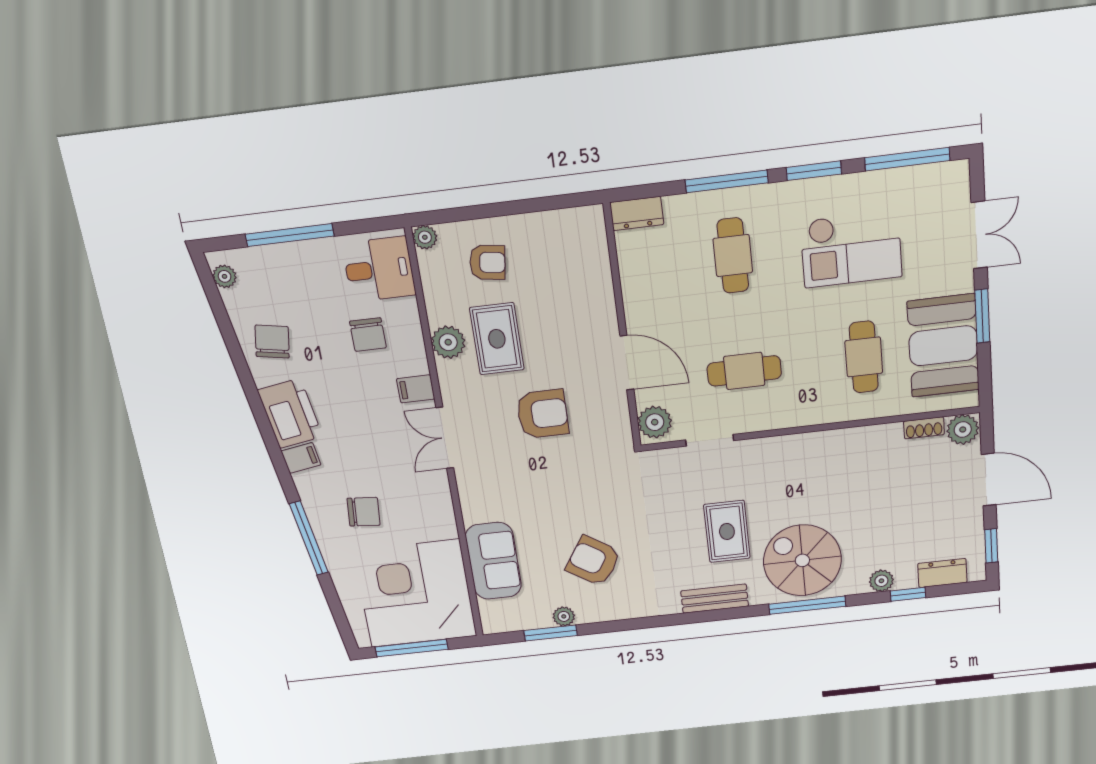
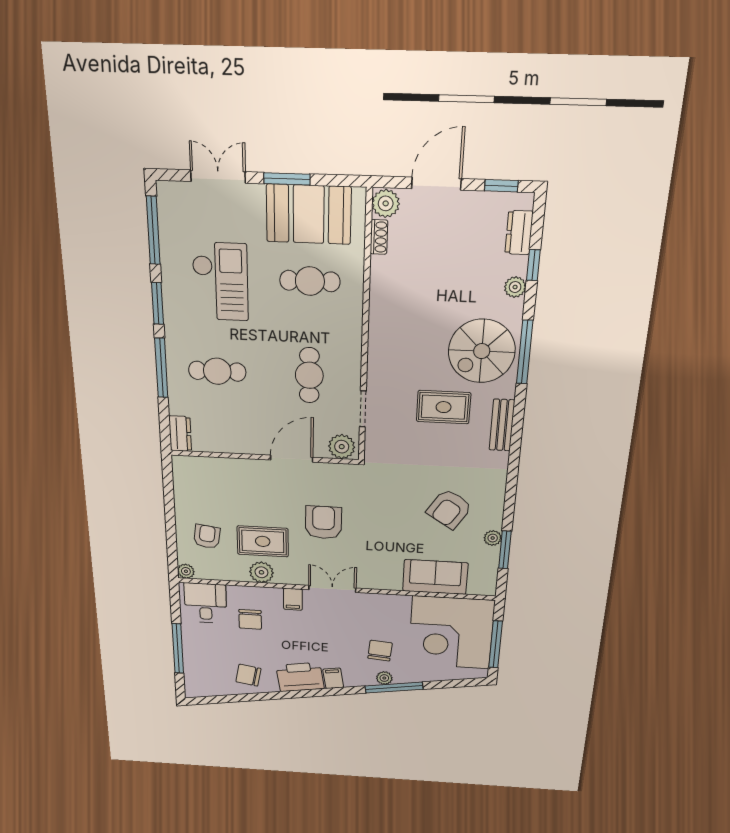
plant: (225, 276) -> (384, 678), moved
chair: (368, 335) -> (250, 619), turned 90
double door: (445, 438) -> (332, 589), swing flipped

